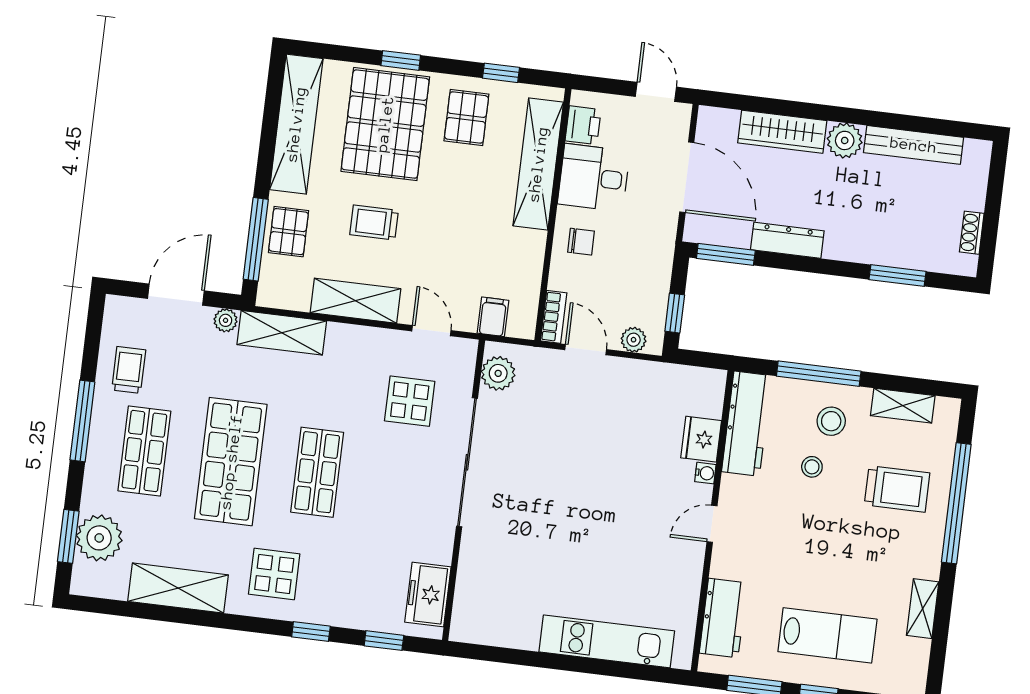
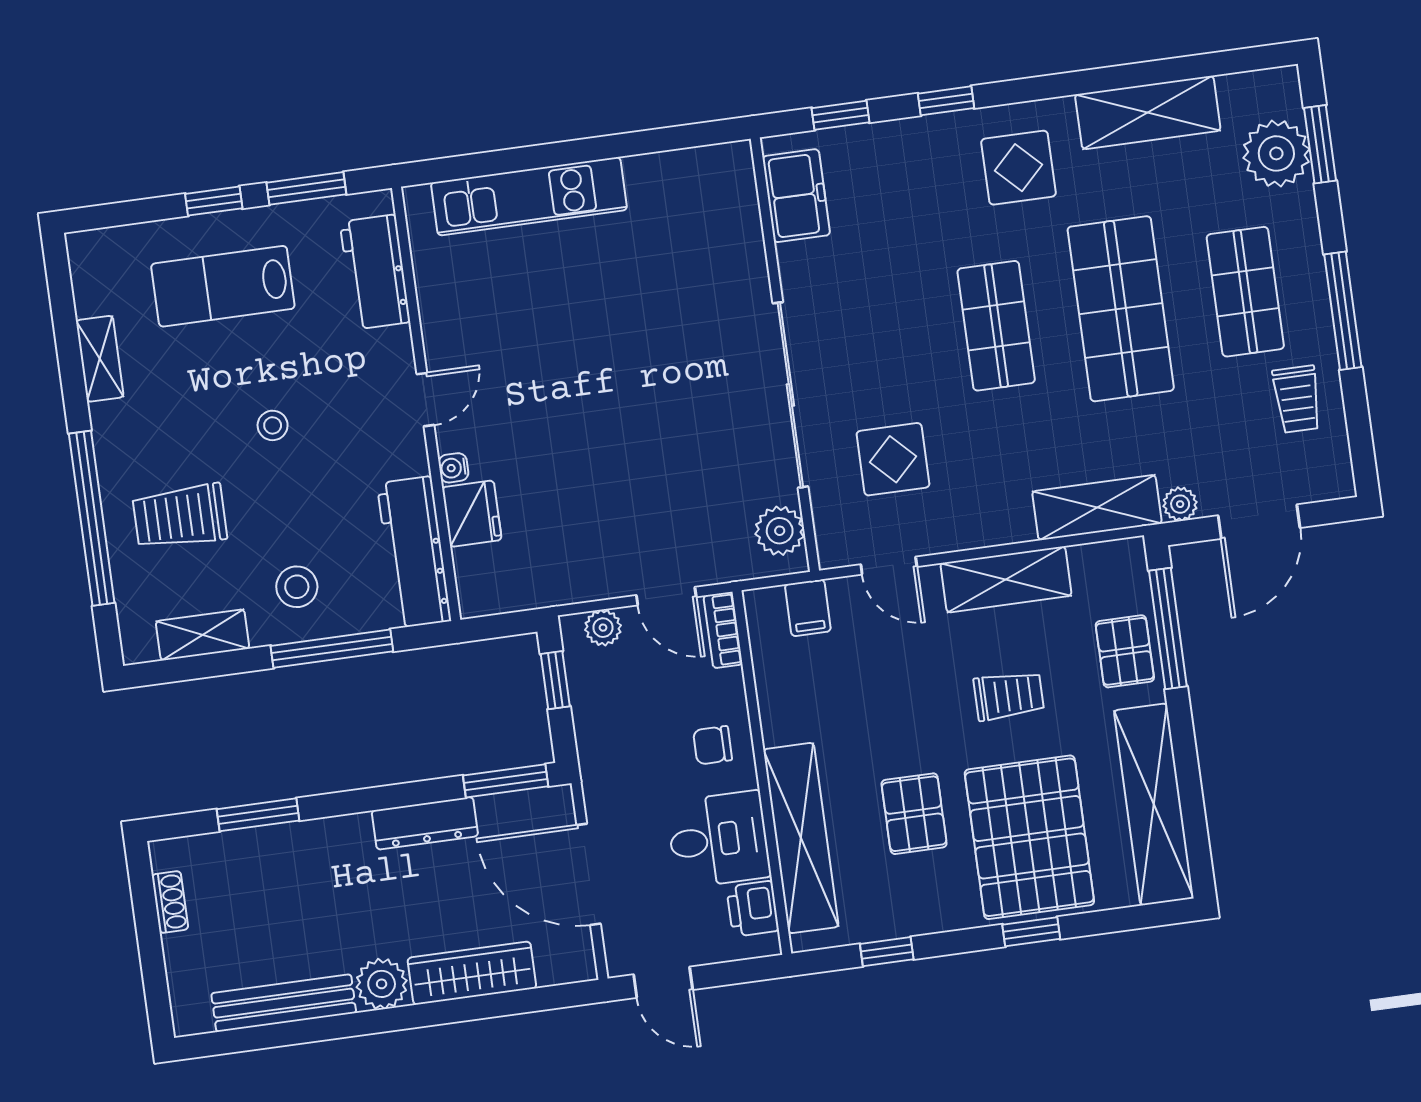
pallet: (466, 117) -> (914, 814), moved
stool: (812, 467) -> (273, 425), moved

